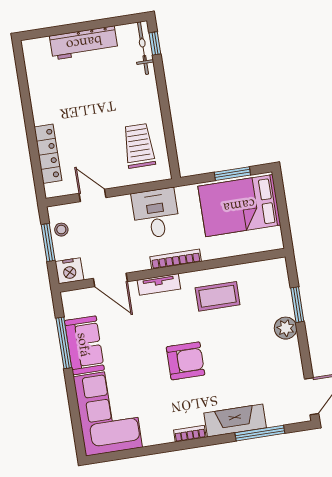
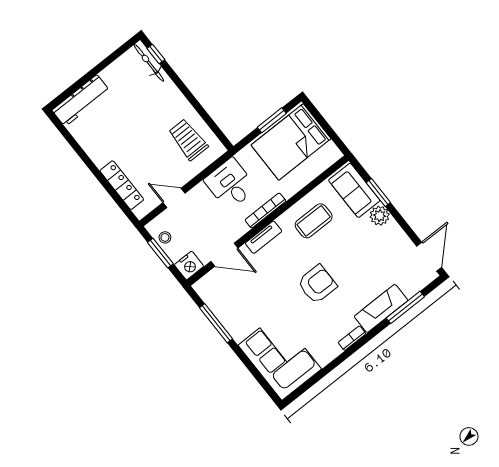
workbench: (84, 43) -> (81, 101), moved
sofa: (84, 345) -> (354, 190), moved, turned 180

